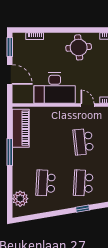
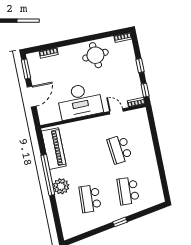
door: (10, 74) -> (32, 97), hinge flipped
window: (10, 152) -> (48, 175), width x1.46
plant: (20, 199) -> (61, 186), moved
window: (83, 209) -> (120, 222), moved

